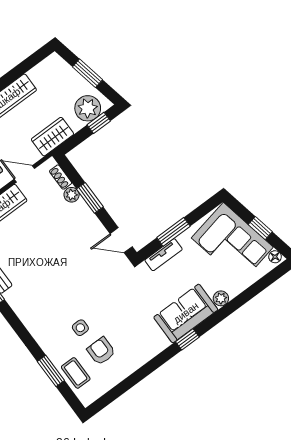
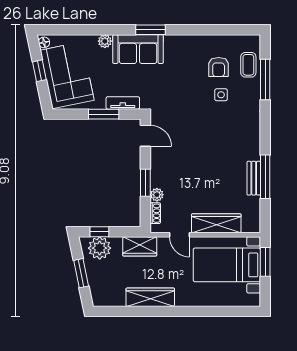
window: (187, 339) -> (151, 30), width x1.50
window: (51, 371) -> (265, 79), width x1.44

